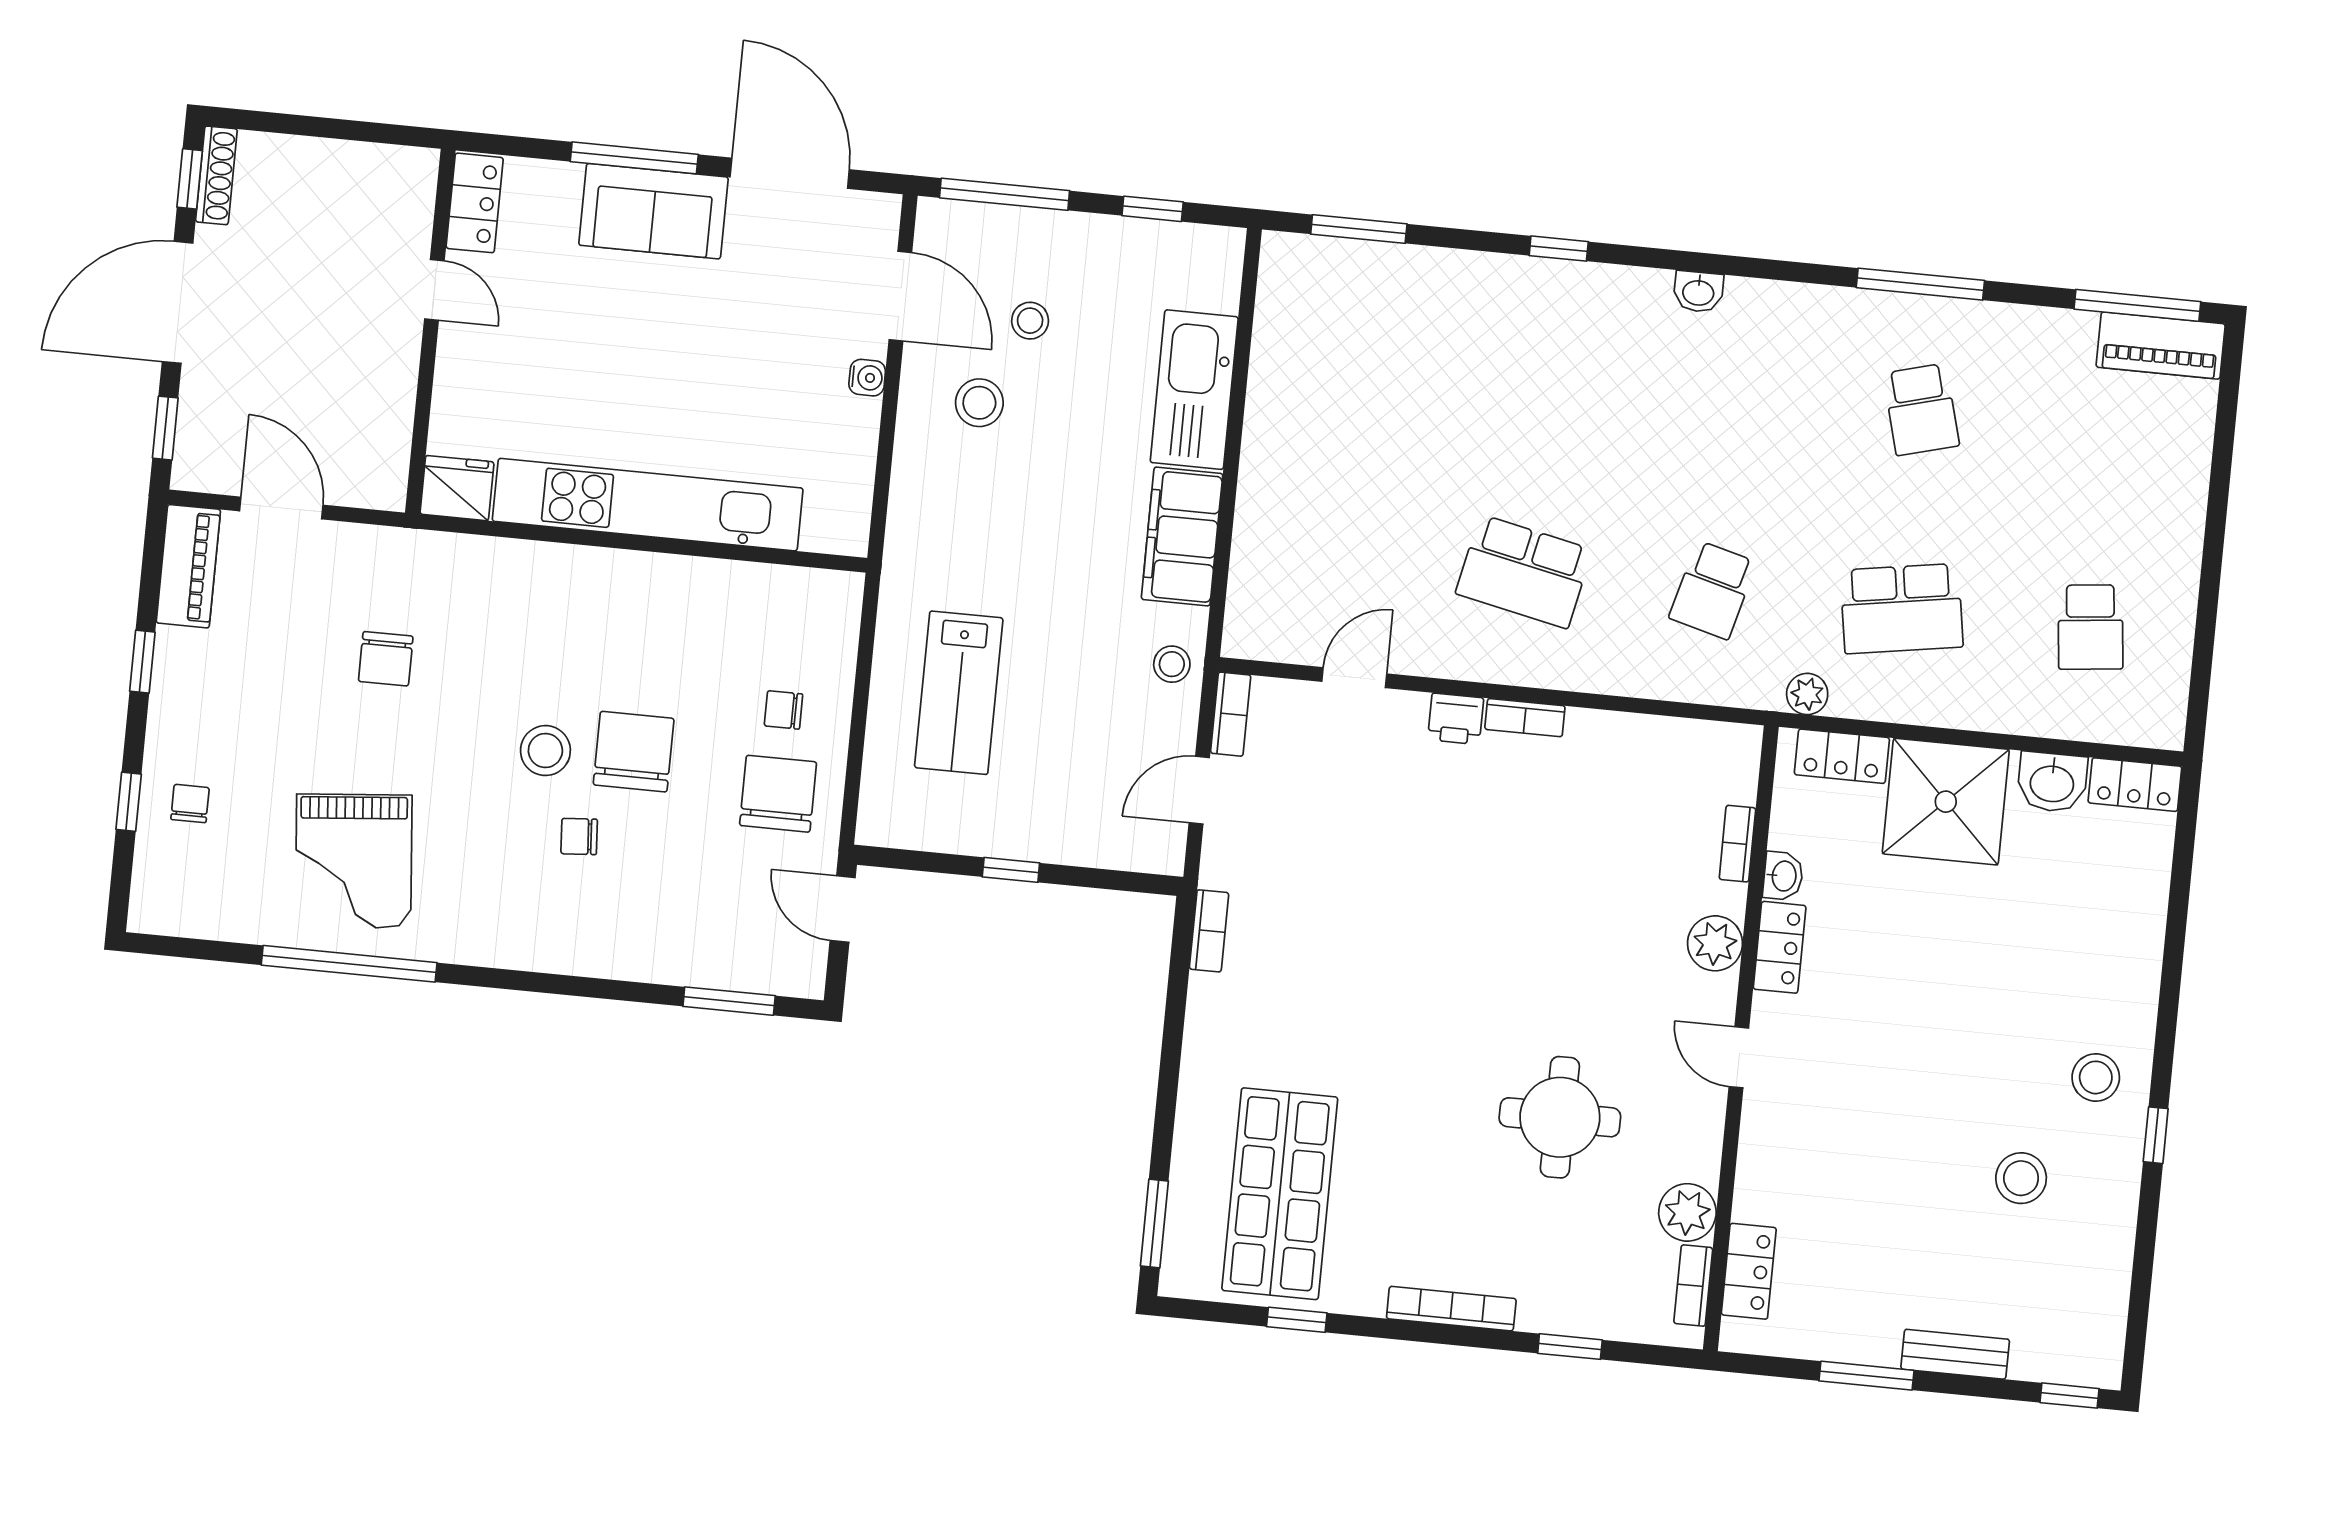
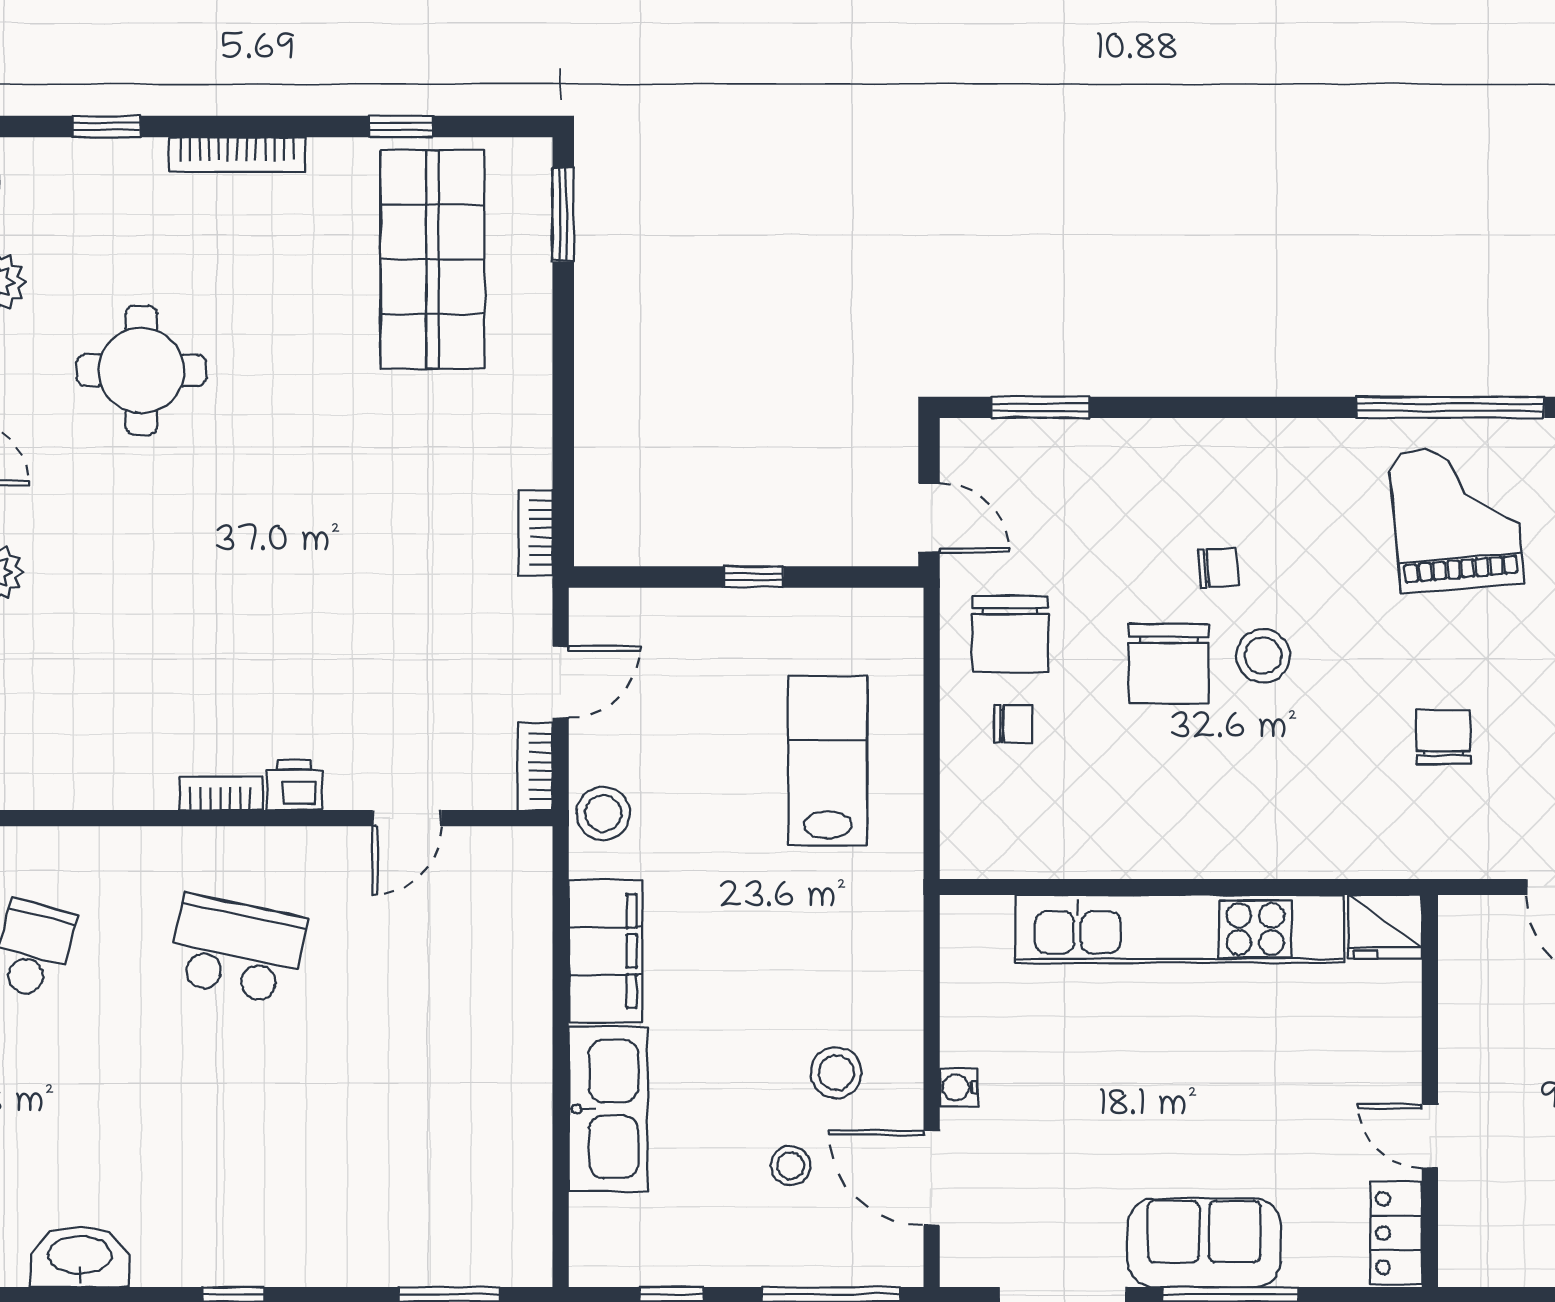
washbasin: (1698, 292) -> (80, 1257), width x1.91, depth x1.45
stool: (1172, 664) -> (603, 814), width x1.37, depth x1.37

